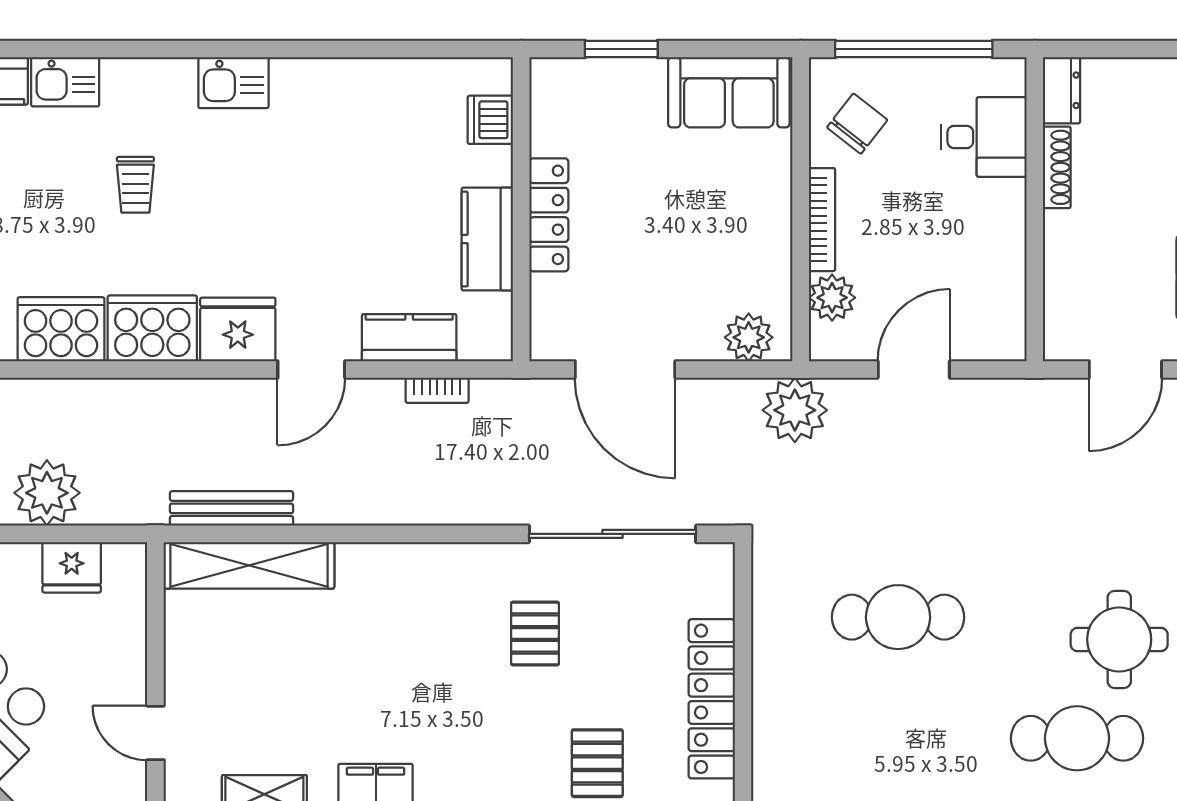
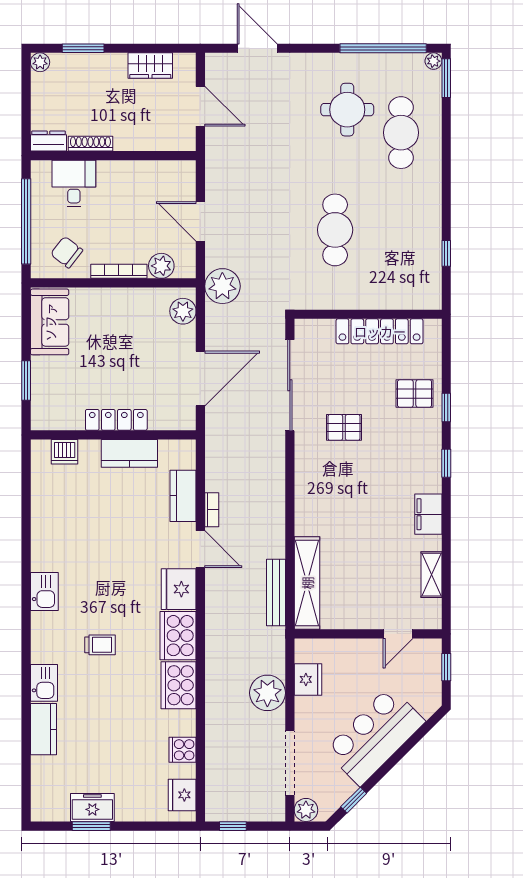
bookcase: (437, 390) -> (212, 510), moved

